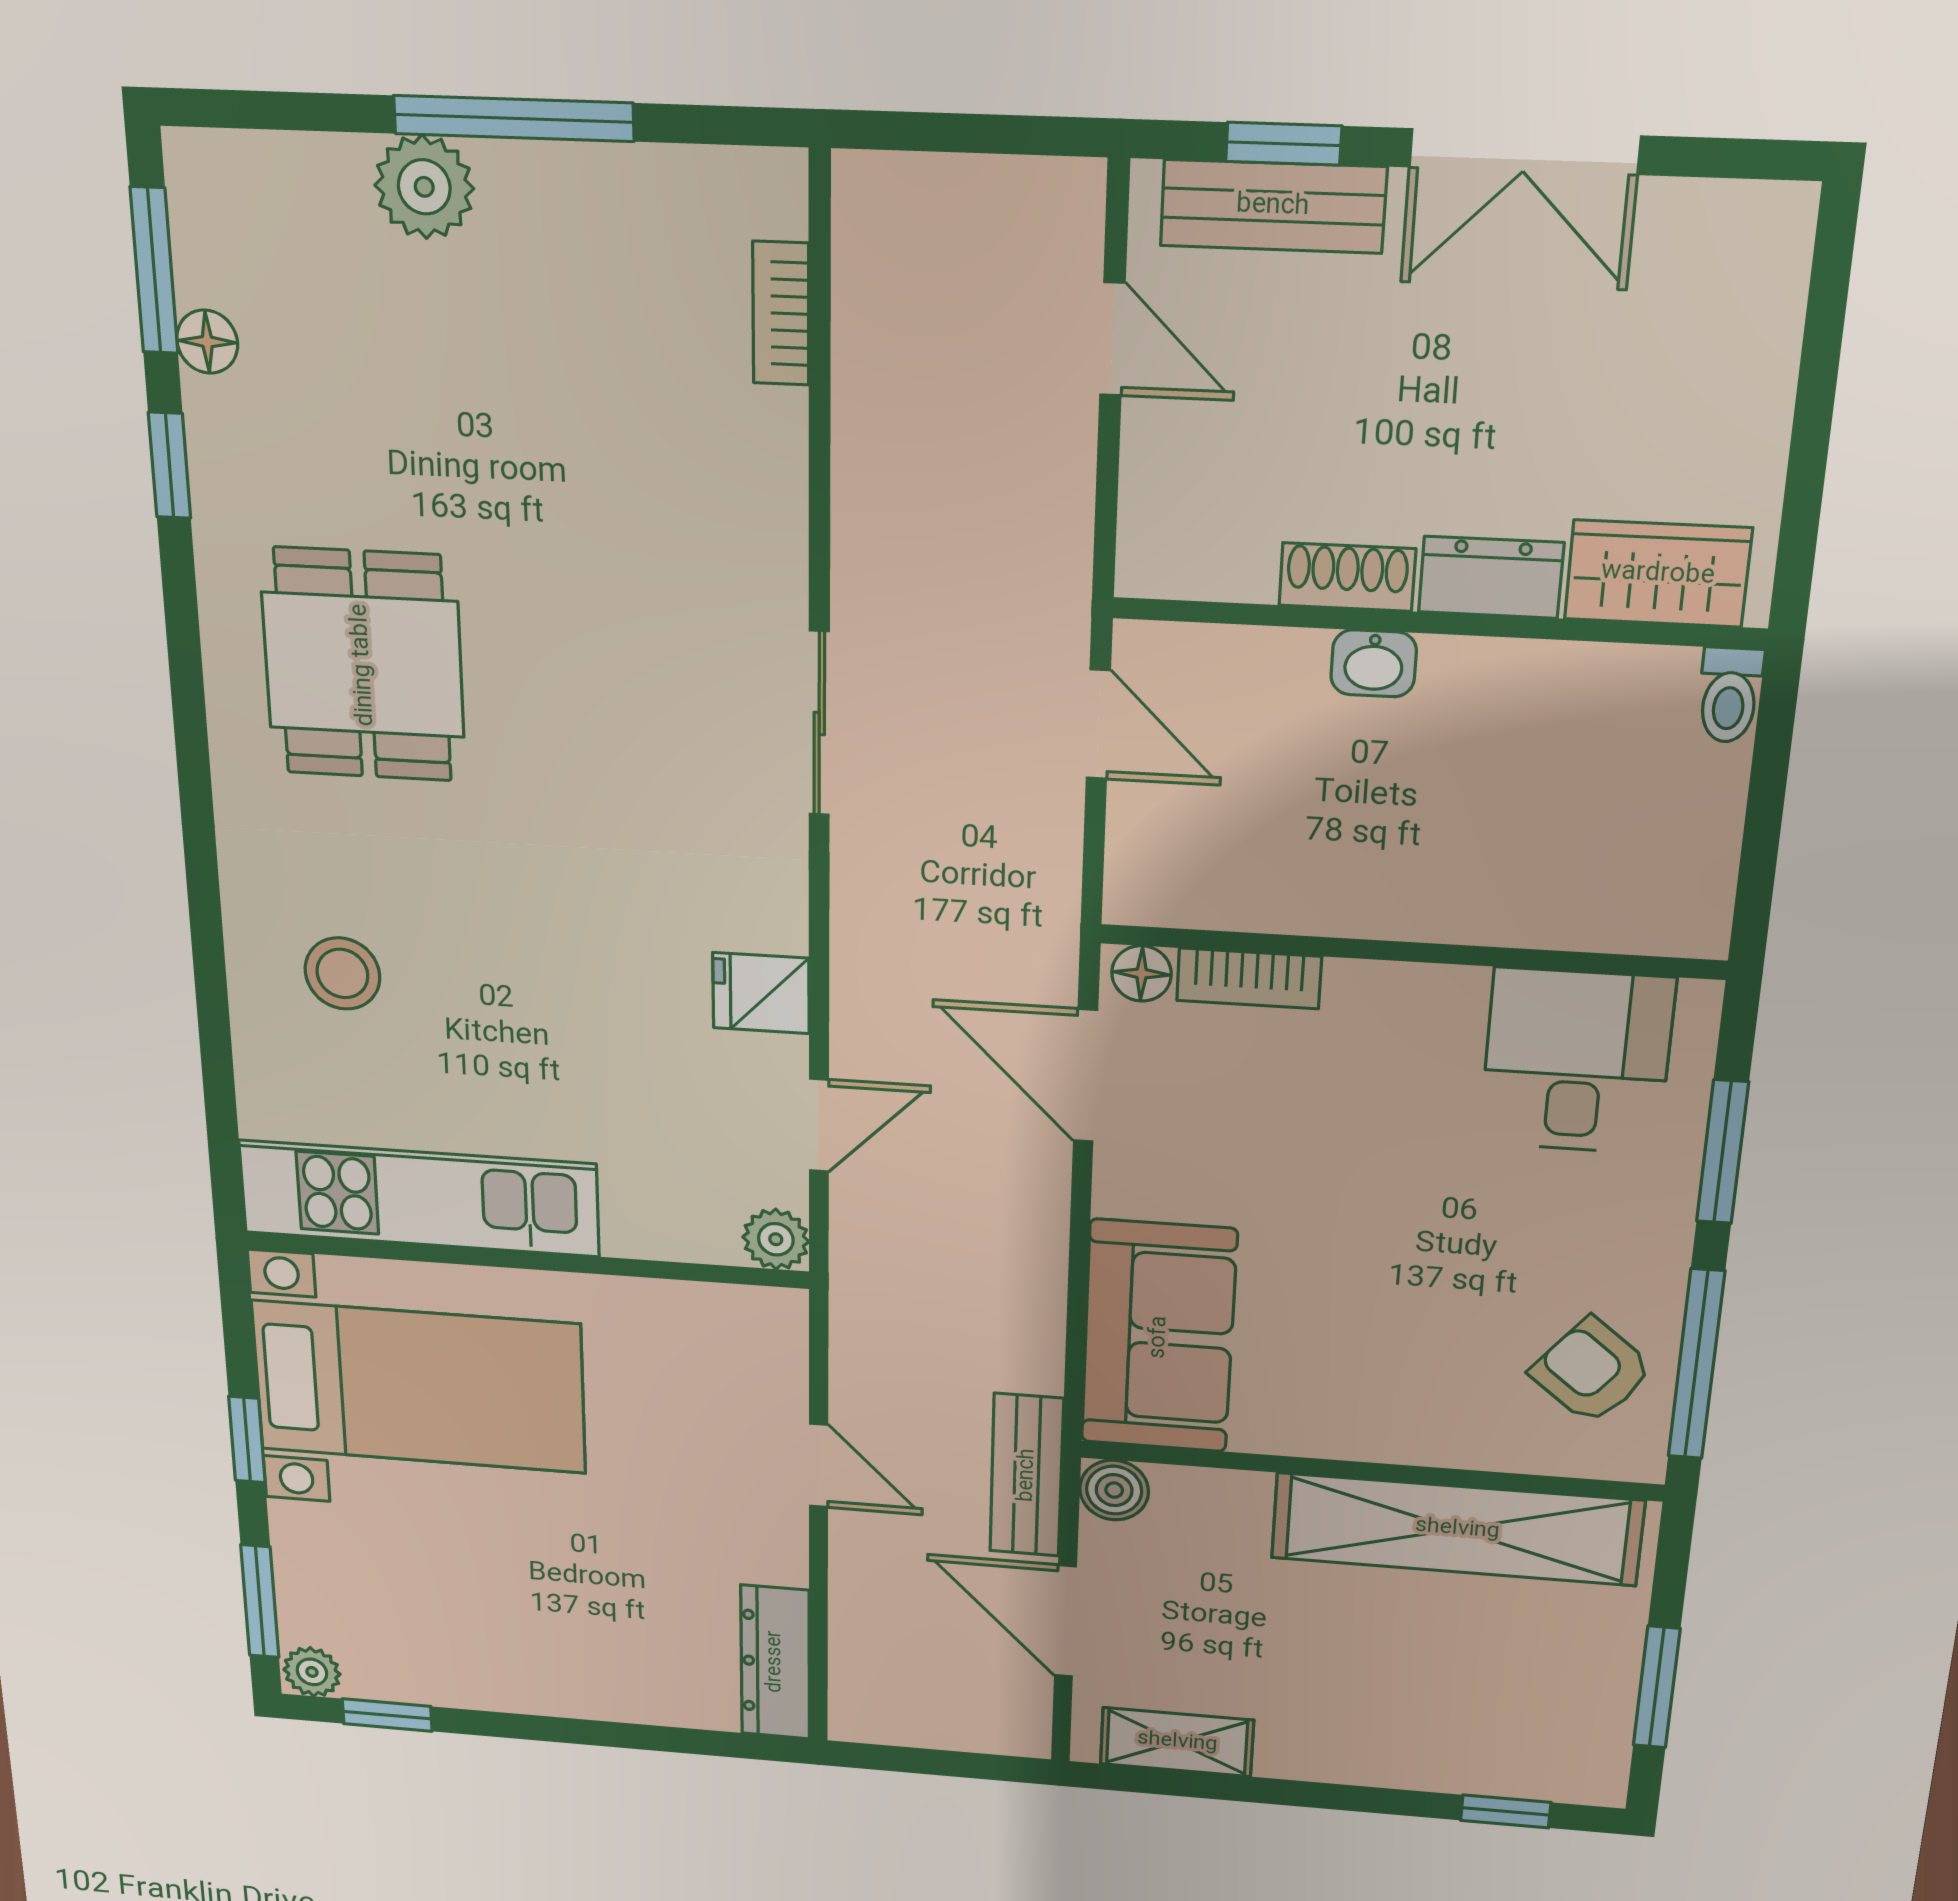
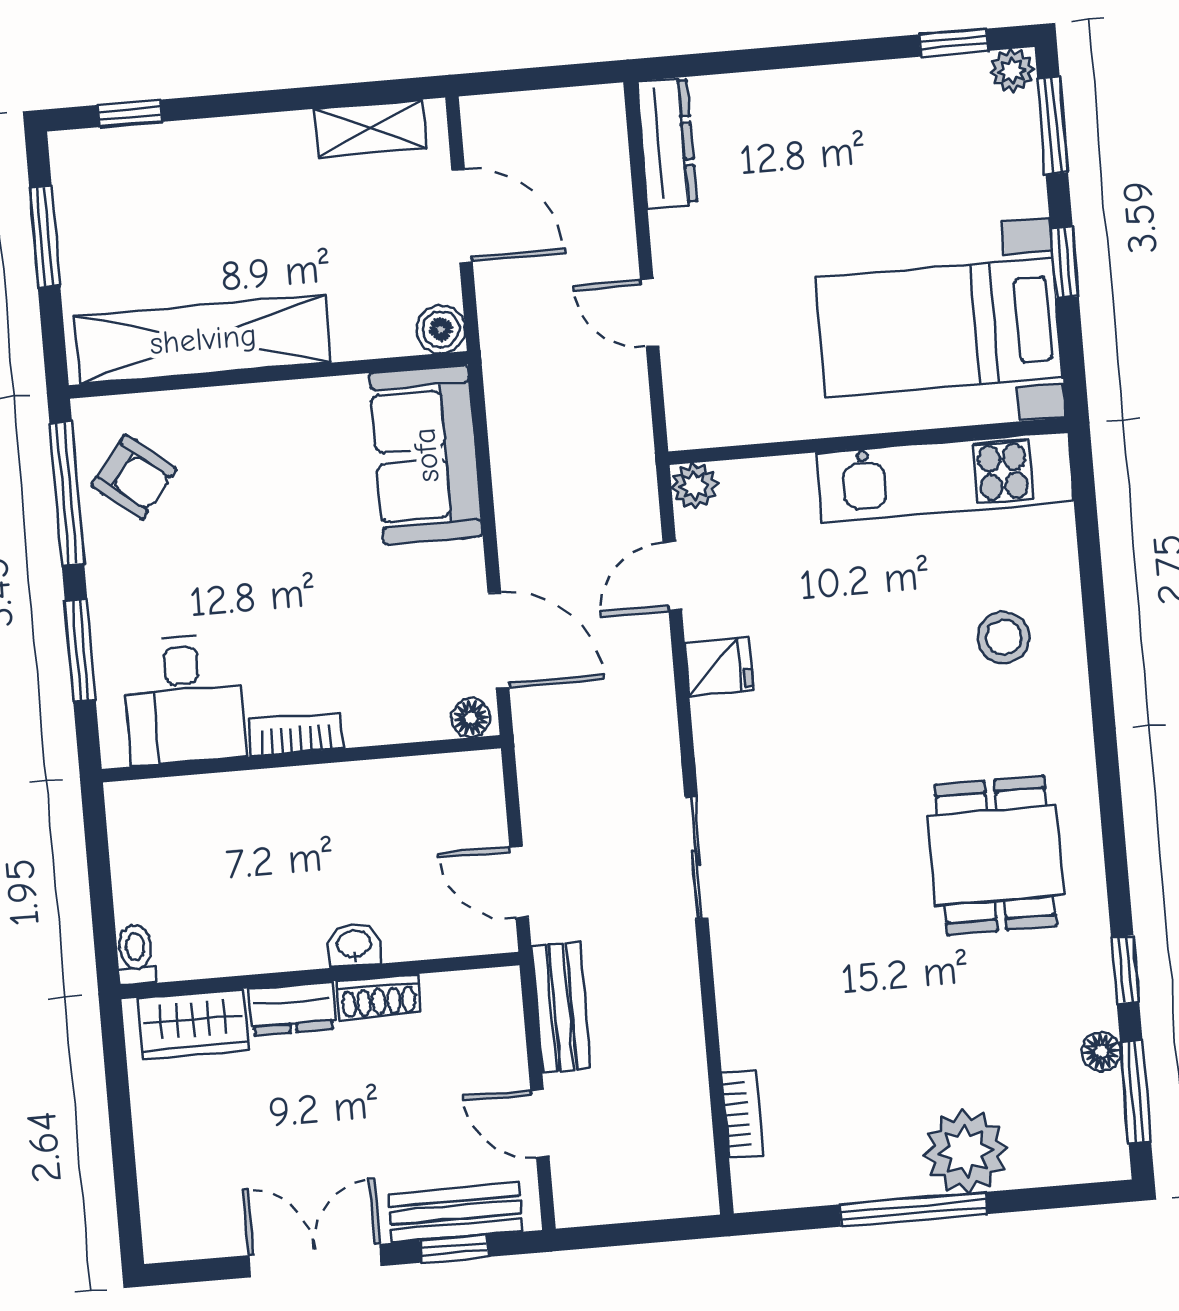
plant: (424, 187) -> (966, 1151), width x1.36, depth x1.36
bookcase: (1249, 978) -> (296, 734), moved
bench: (1027, 1475) -> (561, 1008), moved

